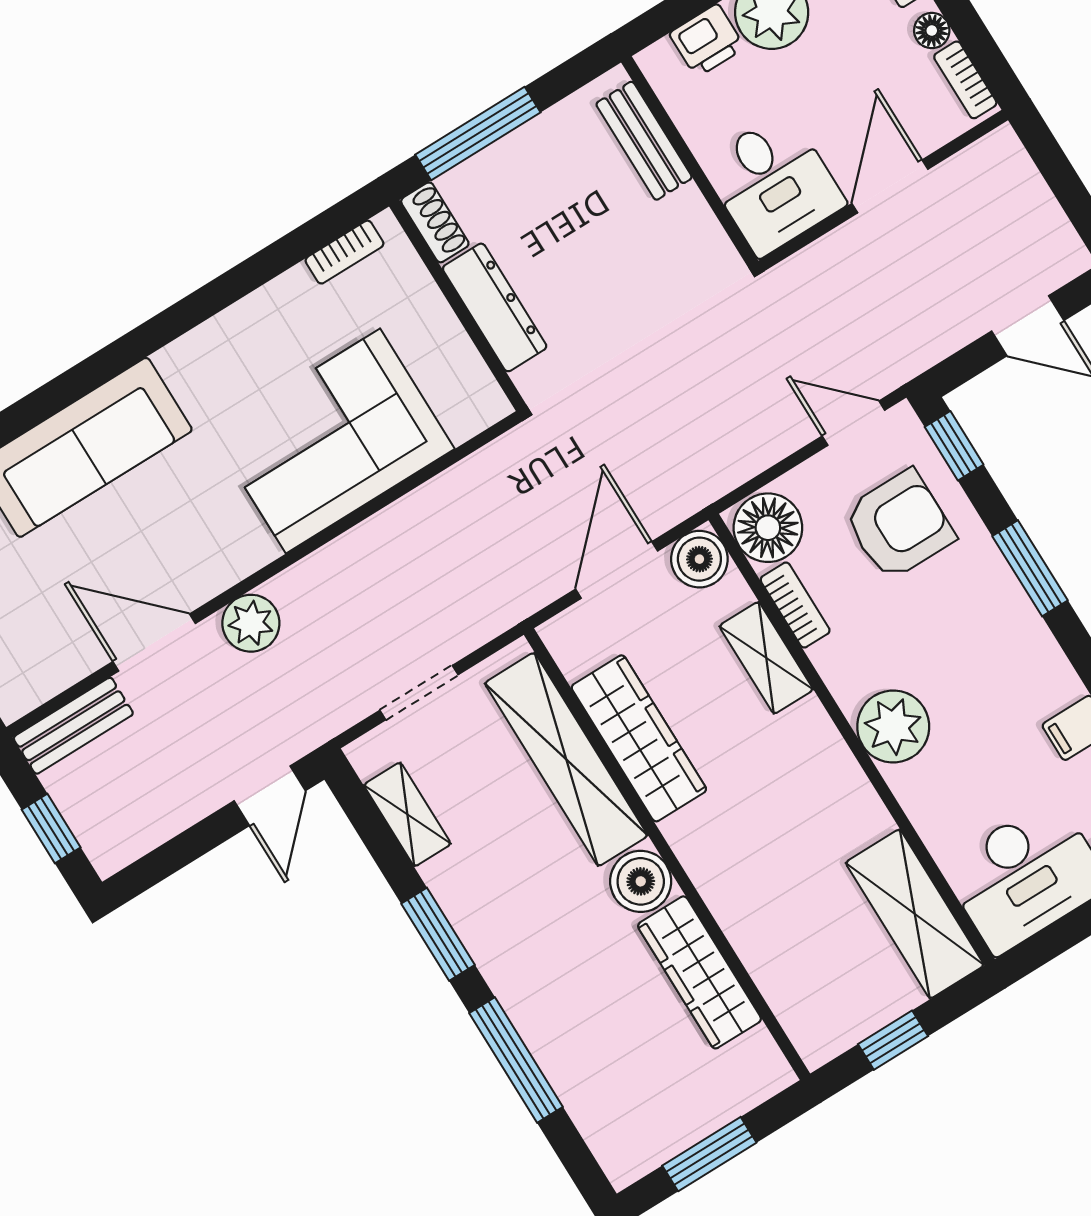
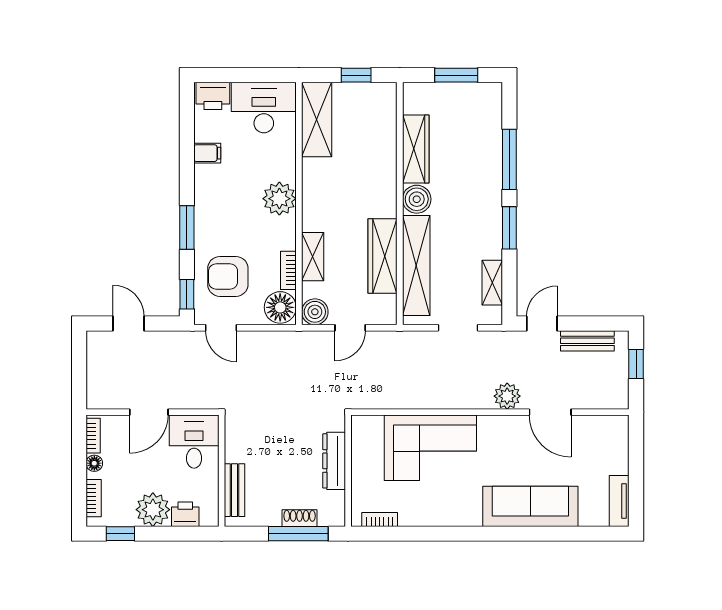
shoe rack: (435, 222) -> (300, 518), moved, turned 90
door: (617, 570) -> (350, 328), width x0.73
bench: (73, 726) -> (587, 341), moved

